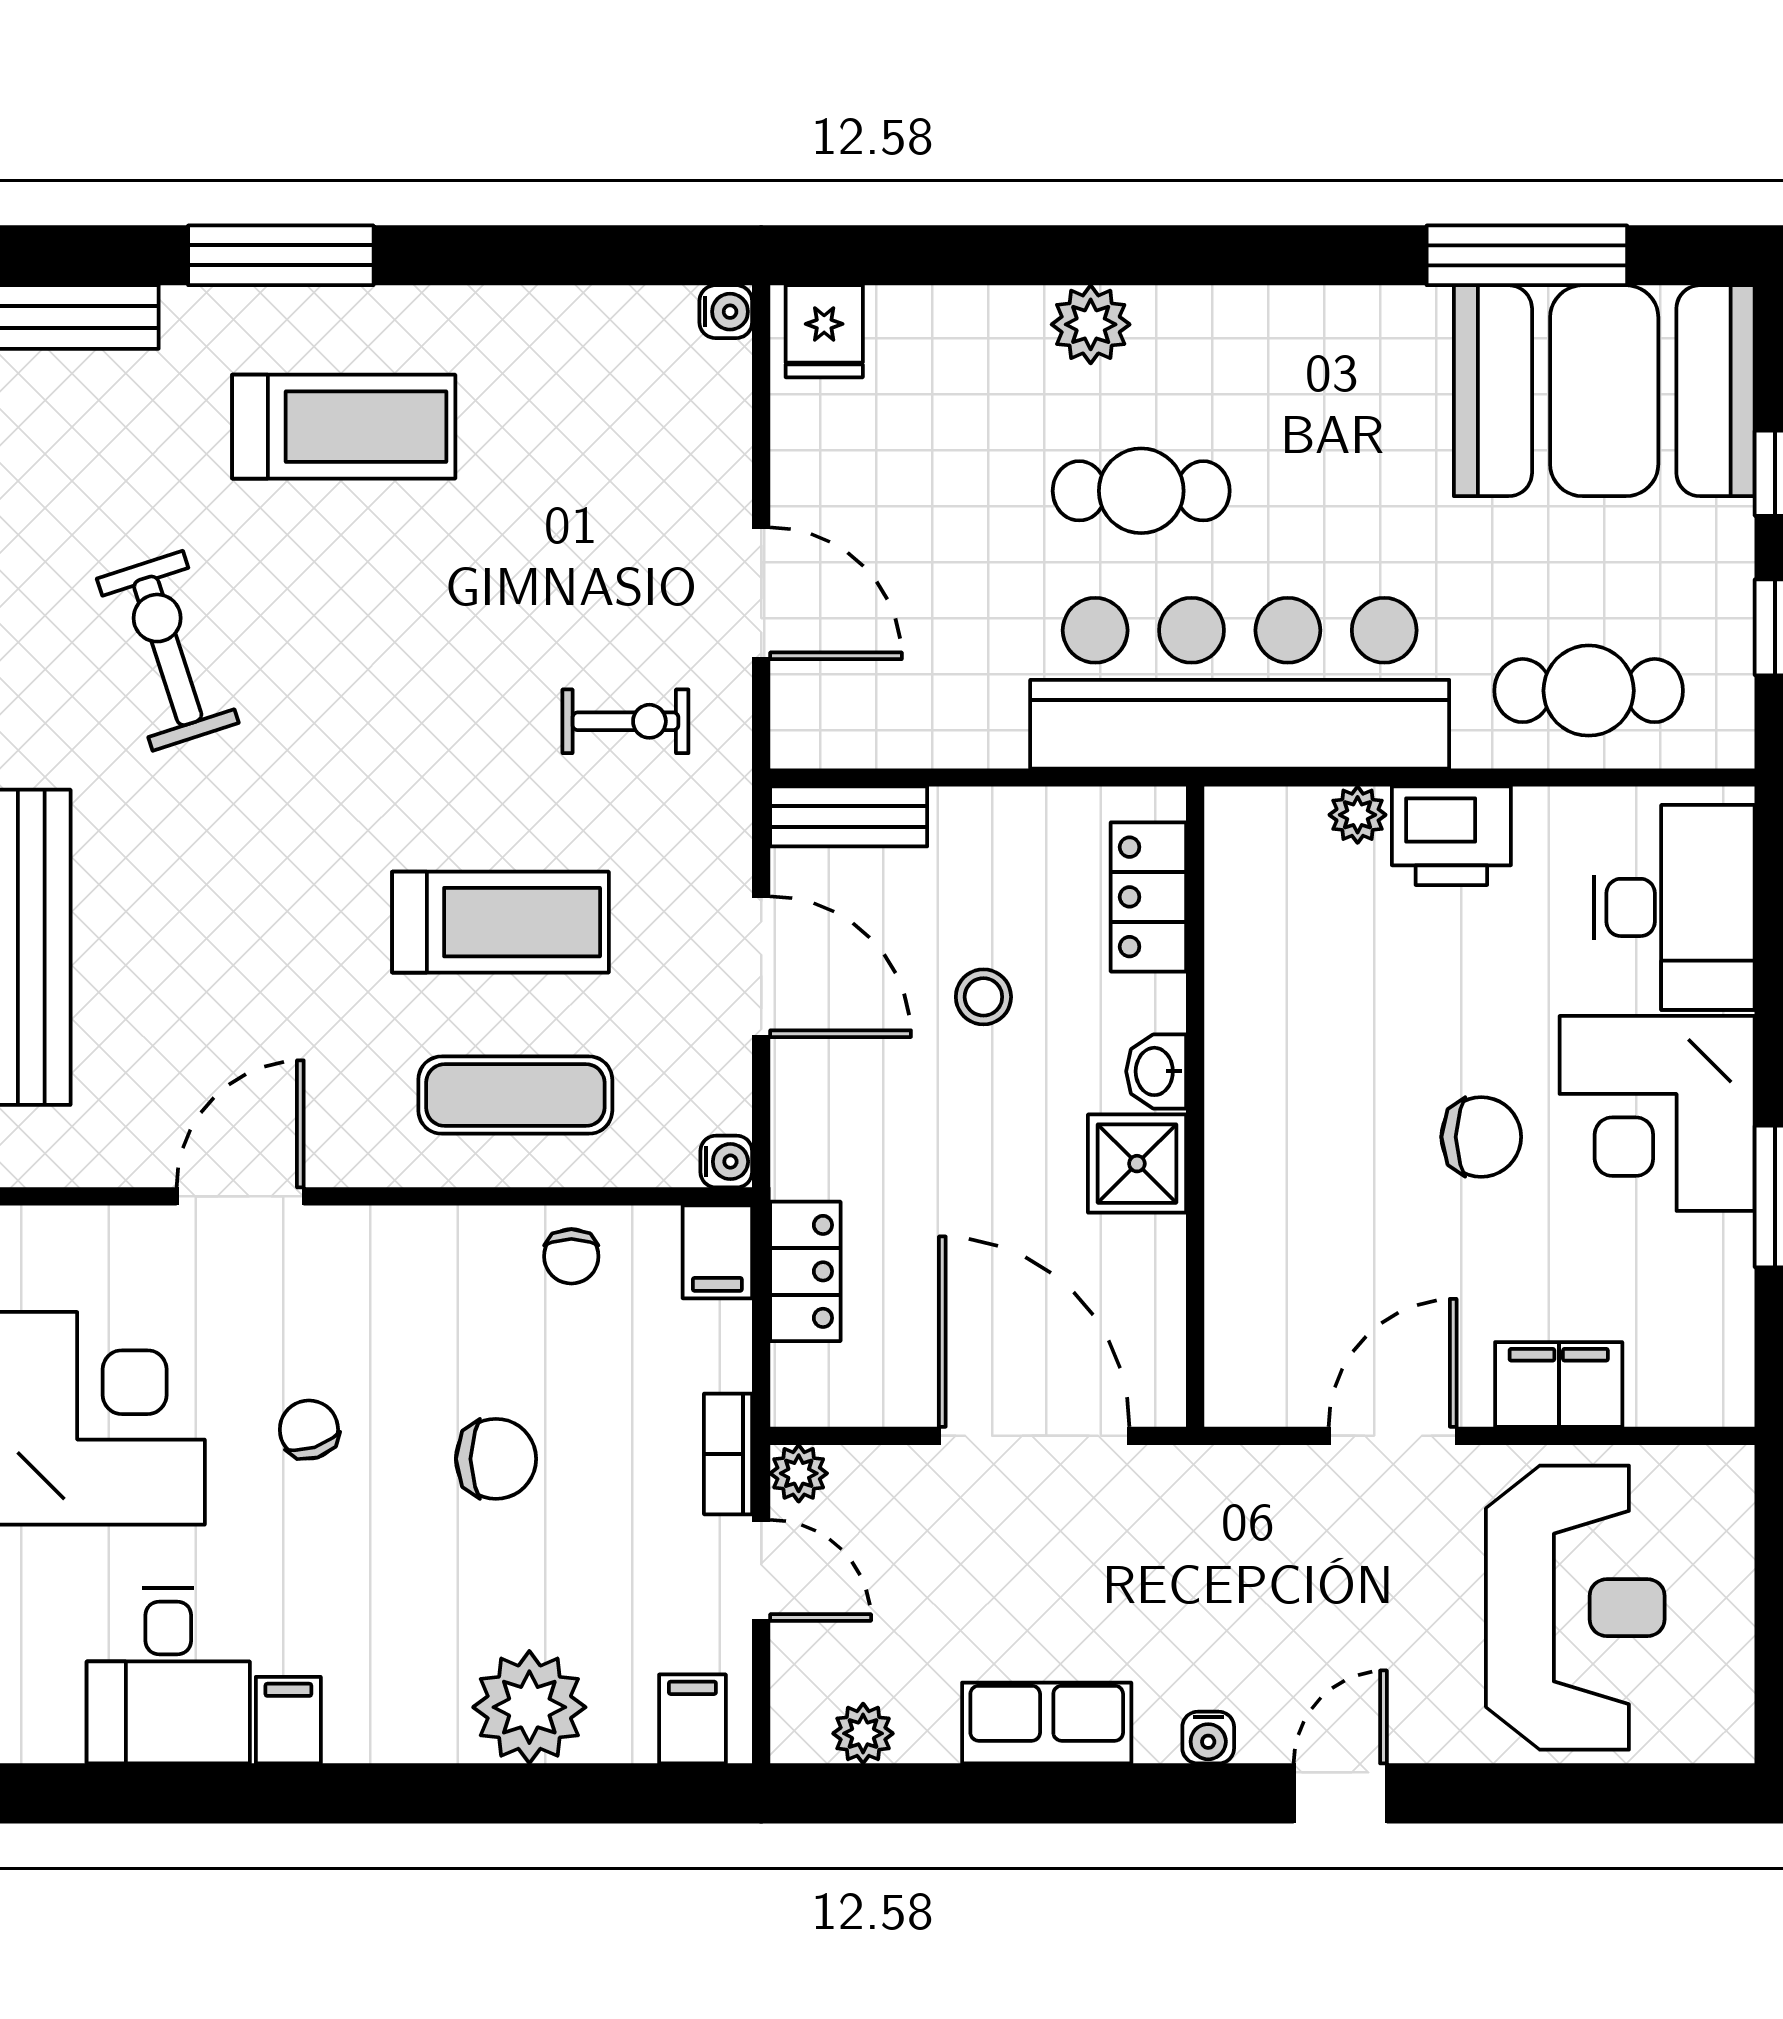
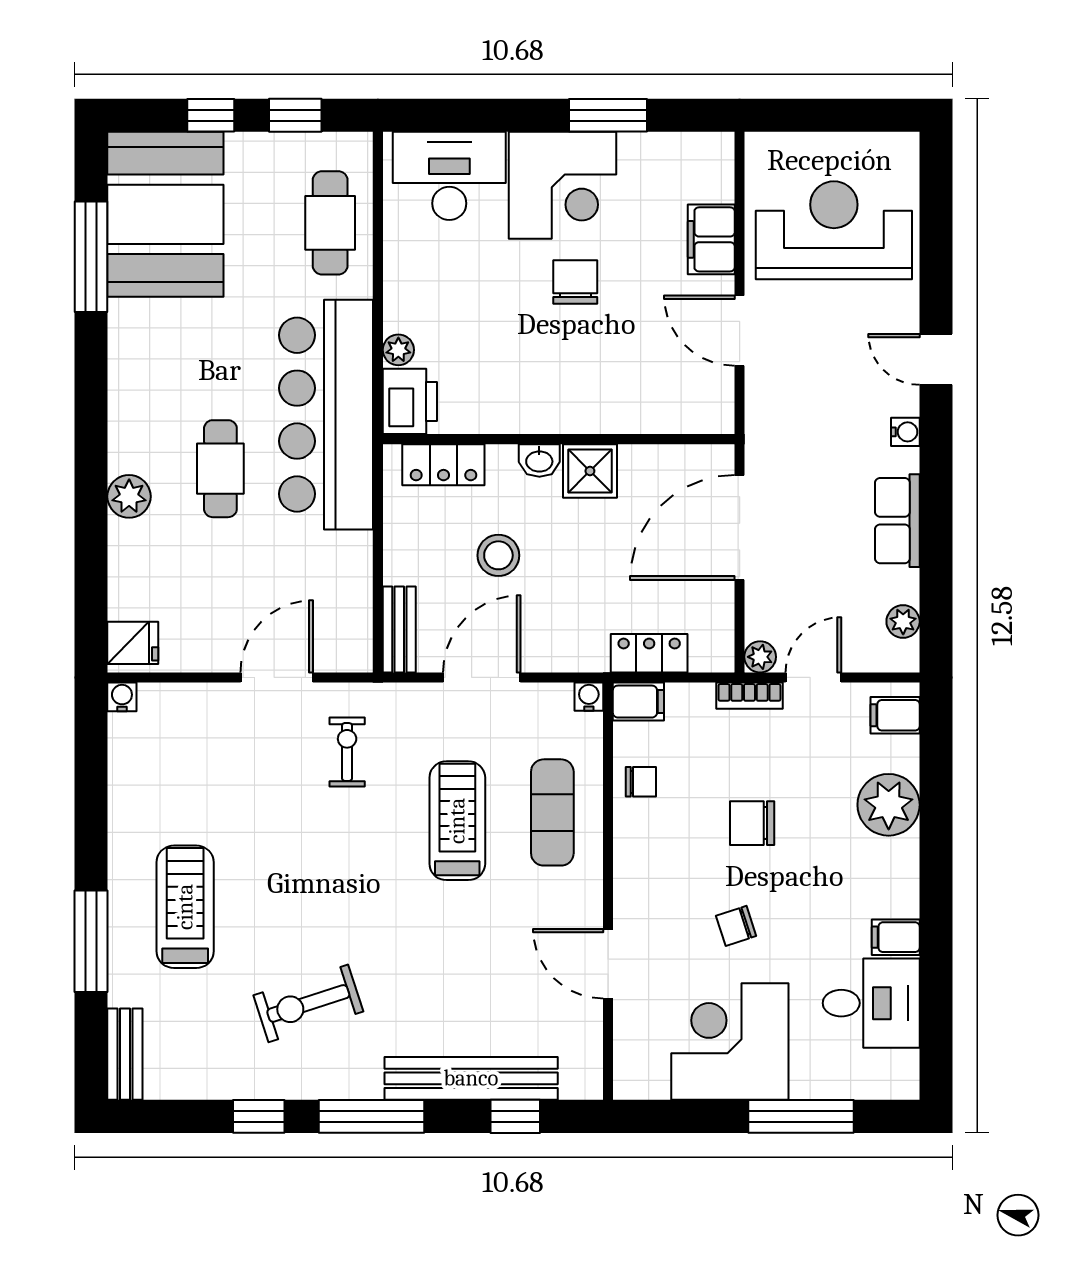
printer: (1451, 836) -> (410, 401), moved
stool: (983, 997) -> (498, 555), width x1.37, depth x1.37
chair: (496, 1459) -> (752, 823), turned -90

